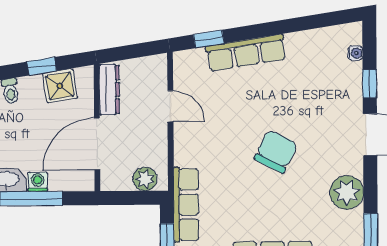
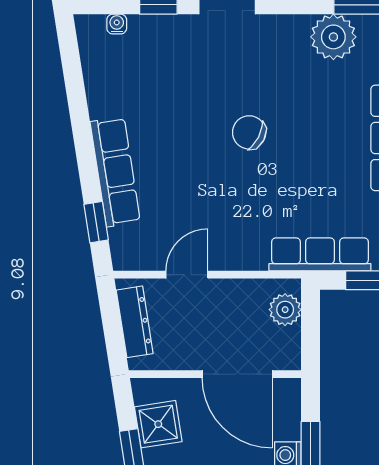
dresser: (109, 89) -> (135, 322), moved, turned 81
chair: (276, 152) -> (249, 132), width x0.73, depth x0.73
plant: (347, 192) -> (333, 37), moved

